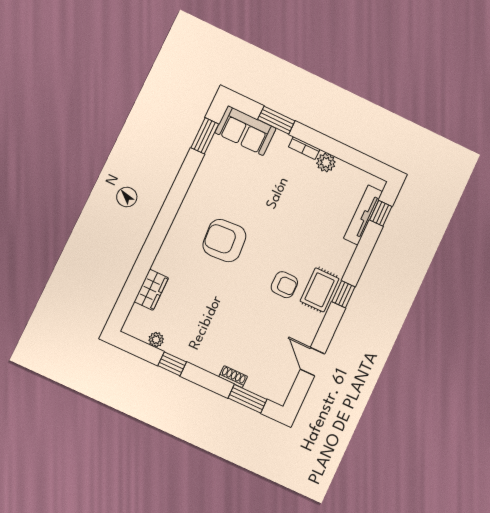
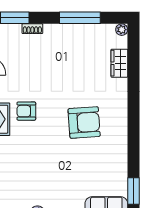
plant: (156, 340) -> (122, 30), moved
window: (172, 364) -> (80, 18), width x2.17

